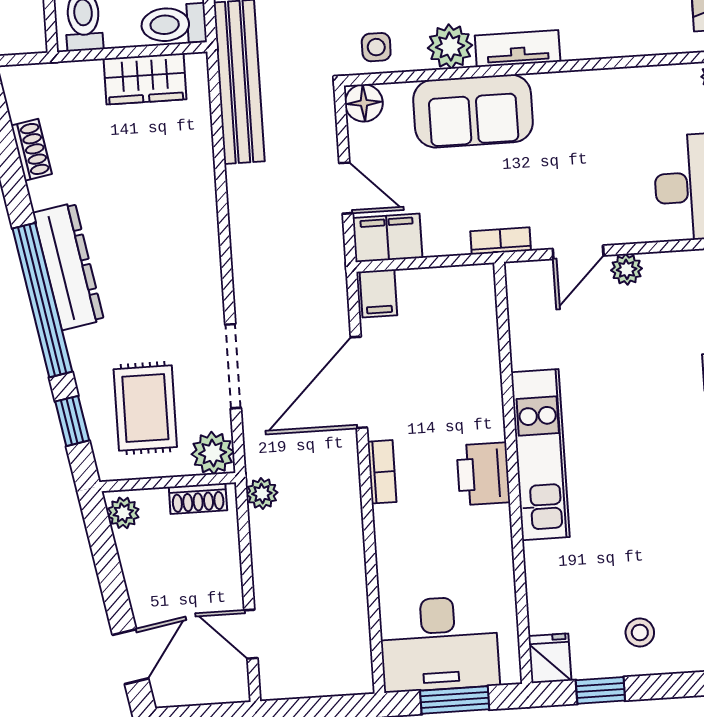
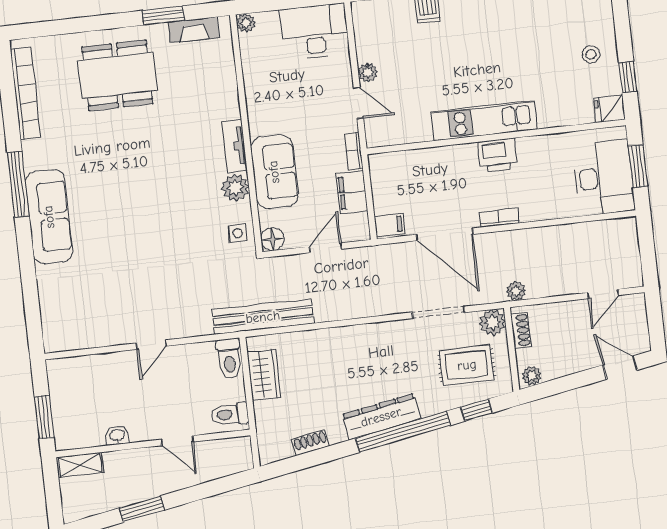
filing cabinet: (388, 238) -> (352, 192), moved

